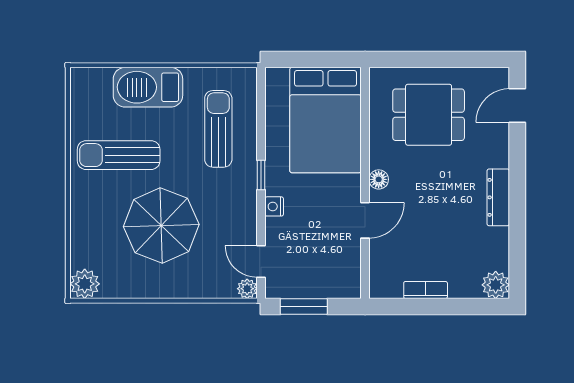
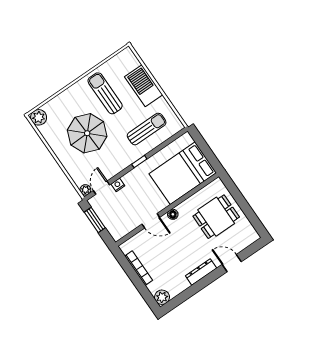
door: (517, 106) -> (232, 263), moved
dining table: (429, 115) -> (216, 217), turned 90
nightstand: (274, 206) -> (118, 185), moved
bookcase: (426, 290) -> (139, 268), width x1.56

